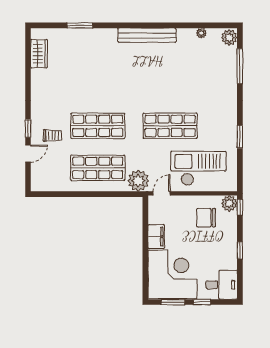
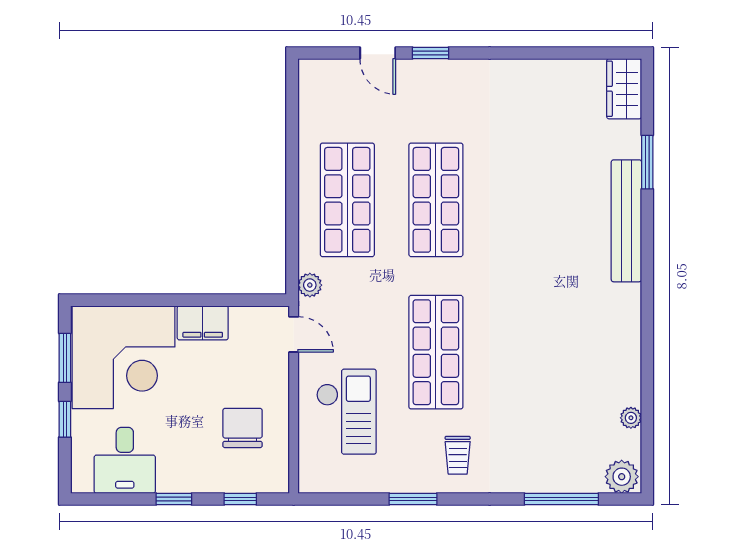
bench: (147, 35) -> (626, 221), moved
wardrobe: (39, 54) -> (624, 89), moved, turned 90
trolley: (53, 135) -> (458, 455), moved
checkout: (198, 168) -> (346, 412), width x0.73, depth x0.83
plant: (138, 181) -> (310, 285), width x0.53, depth x0.53
plant: (229, 203) -> (273, 477), removed
window: (240, 207) -> (240, 499), moved
desk: (221, 285) -> (125, 460), moved

